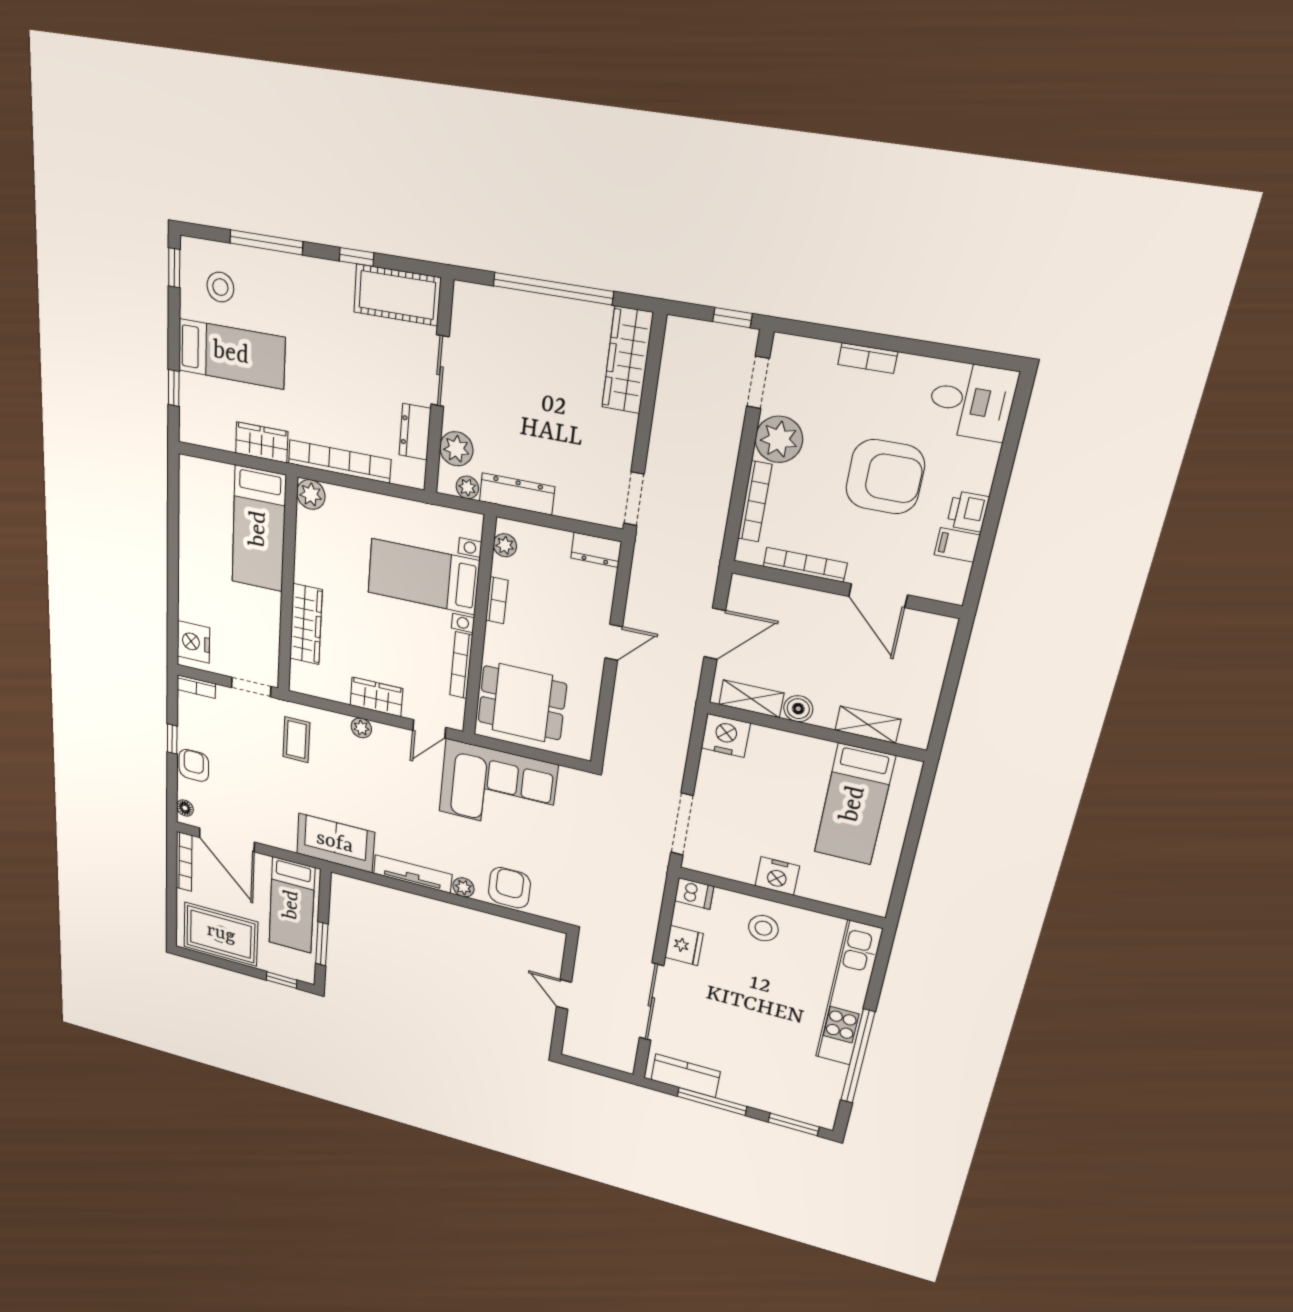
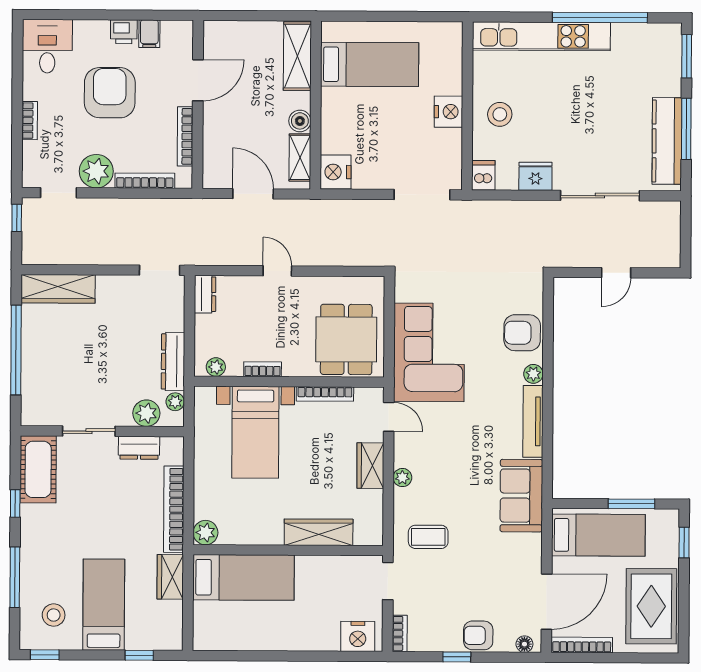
shelving: (868, 725) -> (297, 56), width x1.50, depth x1.33
kitchen counter: (685, 1076) -> (667, 141), width x1.50

